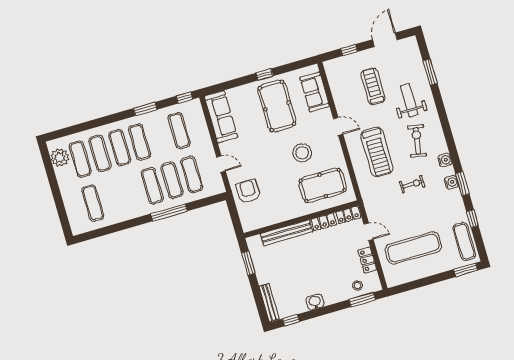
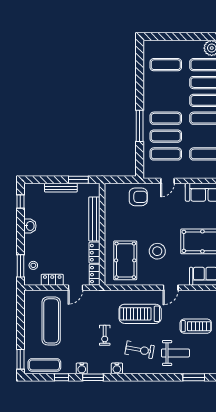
water cooler: (451, 182) -> (82, 368), moved
bench: (269, 303) -> (61, 188), moved

